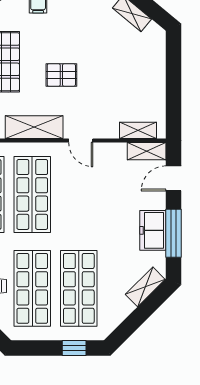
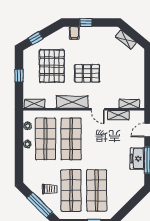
pallet: (61, 75) -> (87, 73), width x1.50, depth x1.42
shelving: (147, 151) -> (118, 115), moved
shelving: (145, 287) -> (133, 190), removed

